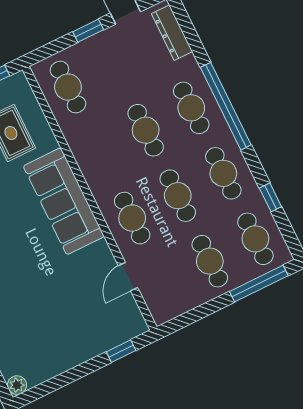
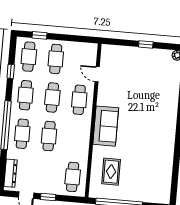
sofa: (64, 201) -> (106, 126), width x0.73
door: (128, 277) -> (97, 74), swing flipped
window: (259, 284) -> (40, 35), width x0.46
window: (121, 351) -> (146, 44), moved

